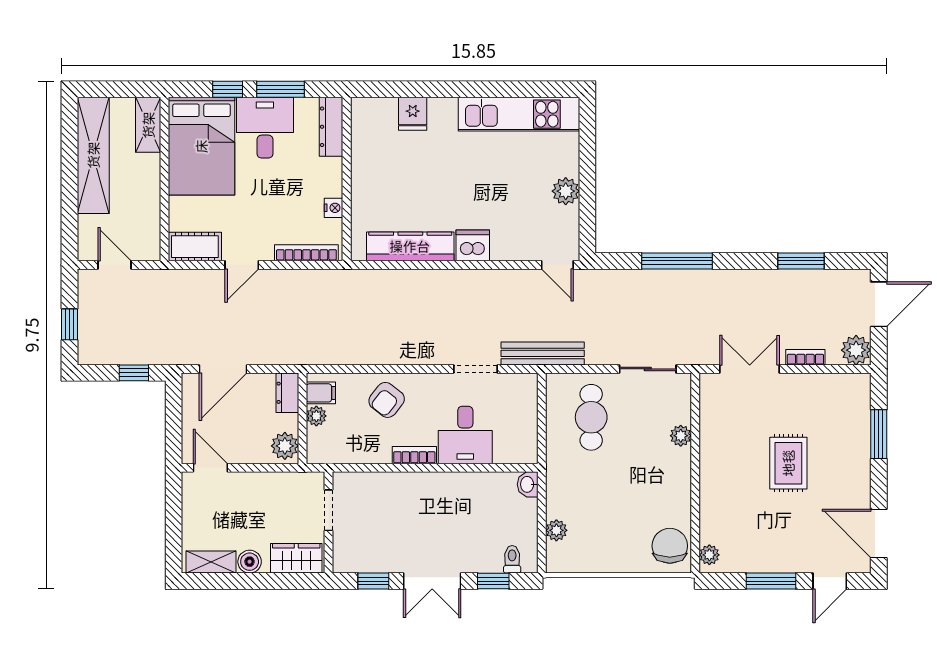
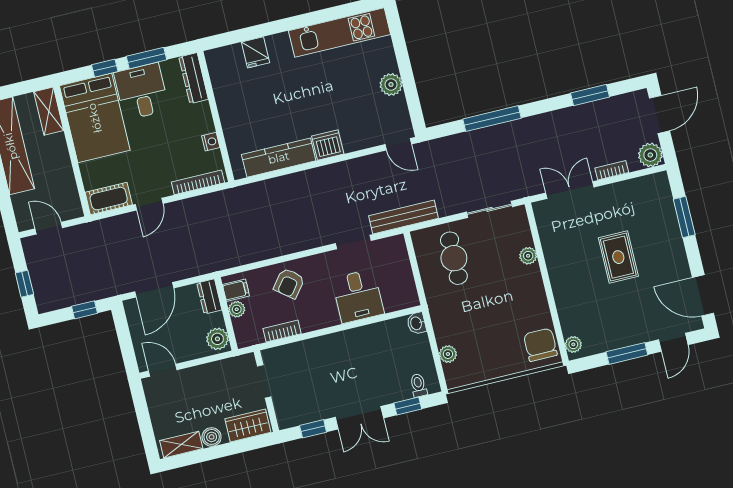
bookcase: (414, 455) -> (282, 331), moved

